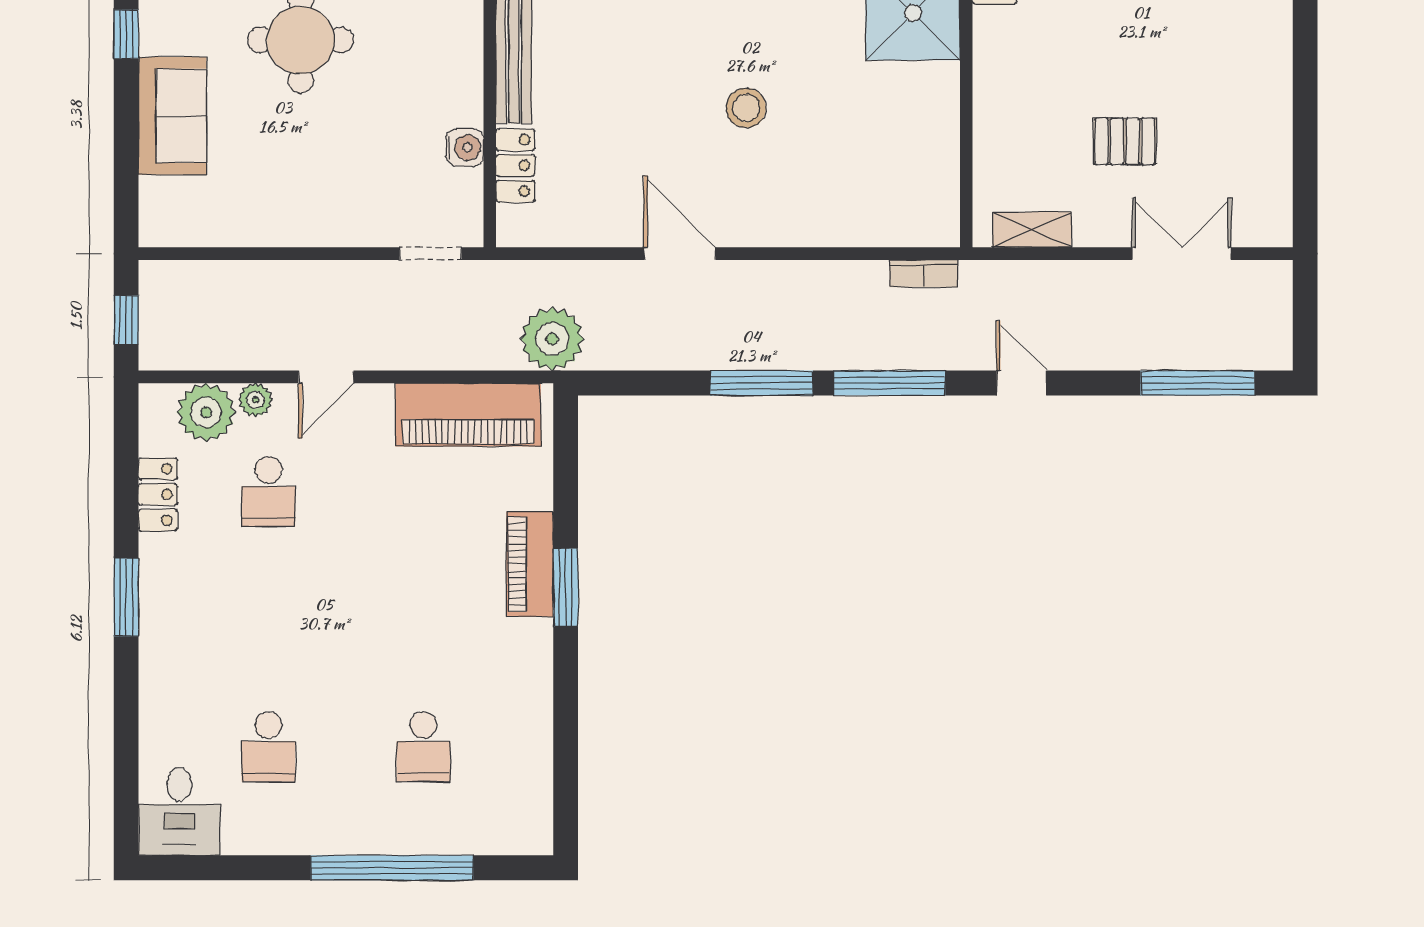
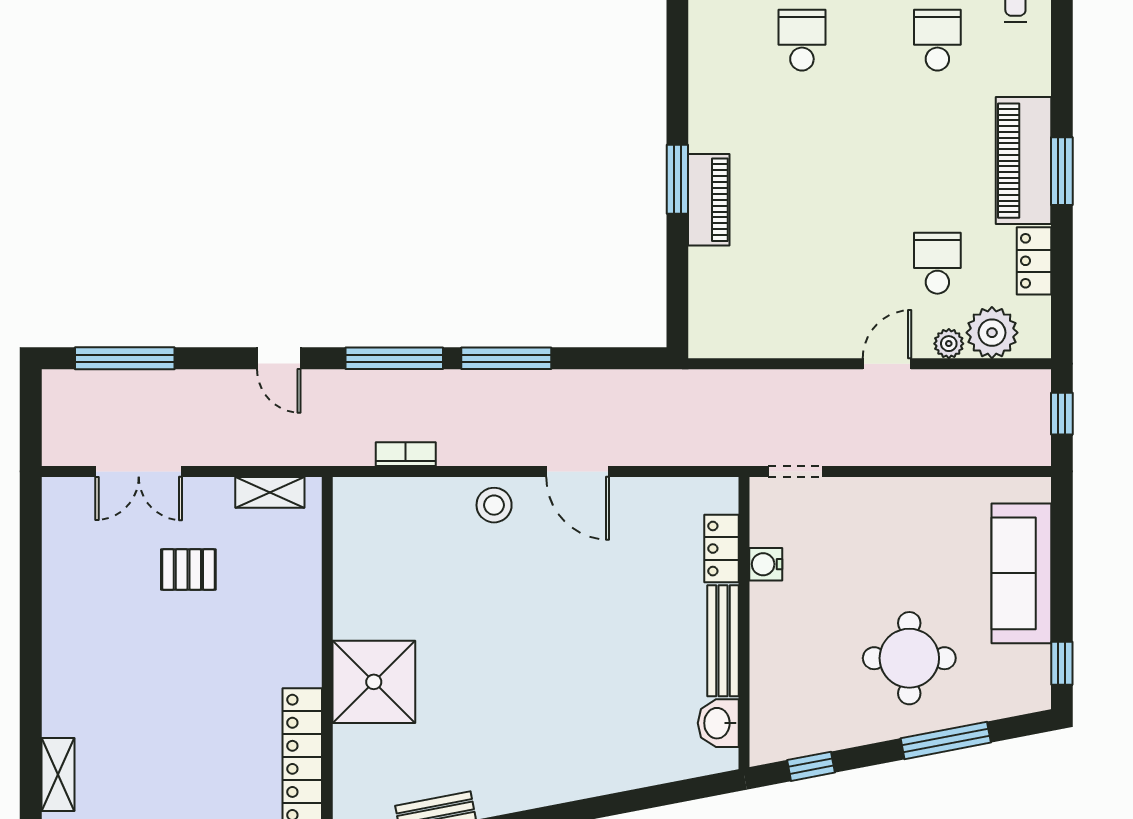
stool: (746, 108) -> (494, 505), moved
sofa: (172, 116) -> (1021, 573), width x1.36
bookcase: (924, 273) -> (406, 454), moved
plant: (552, 339) -> (689, 397), removed
piano: (468, 415) -> (1023, 161), moved, turned -90

